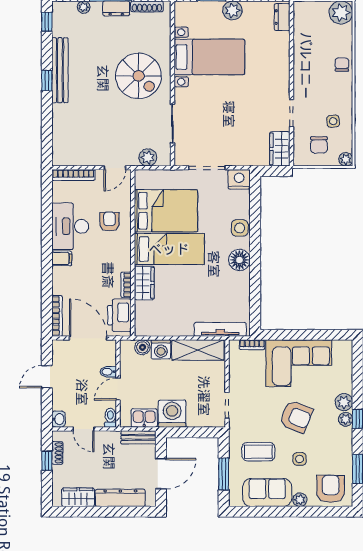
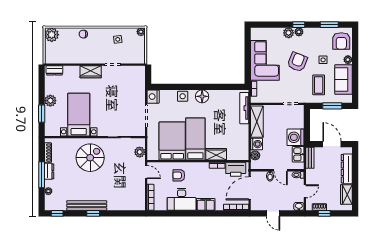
chair: (319, 145) -> (132, 48), removed
wardrobe: (280, 149) -> (91, 72), moved
filing cabinet: (62, 258) -> (206, 204), width x2.00
armchair: (331, 489) -> (341, 41), turned -90

